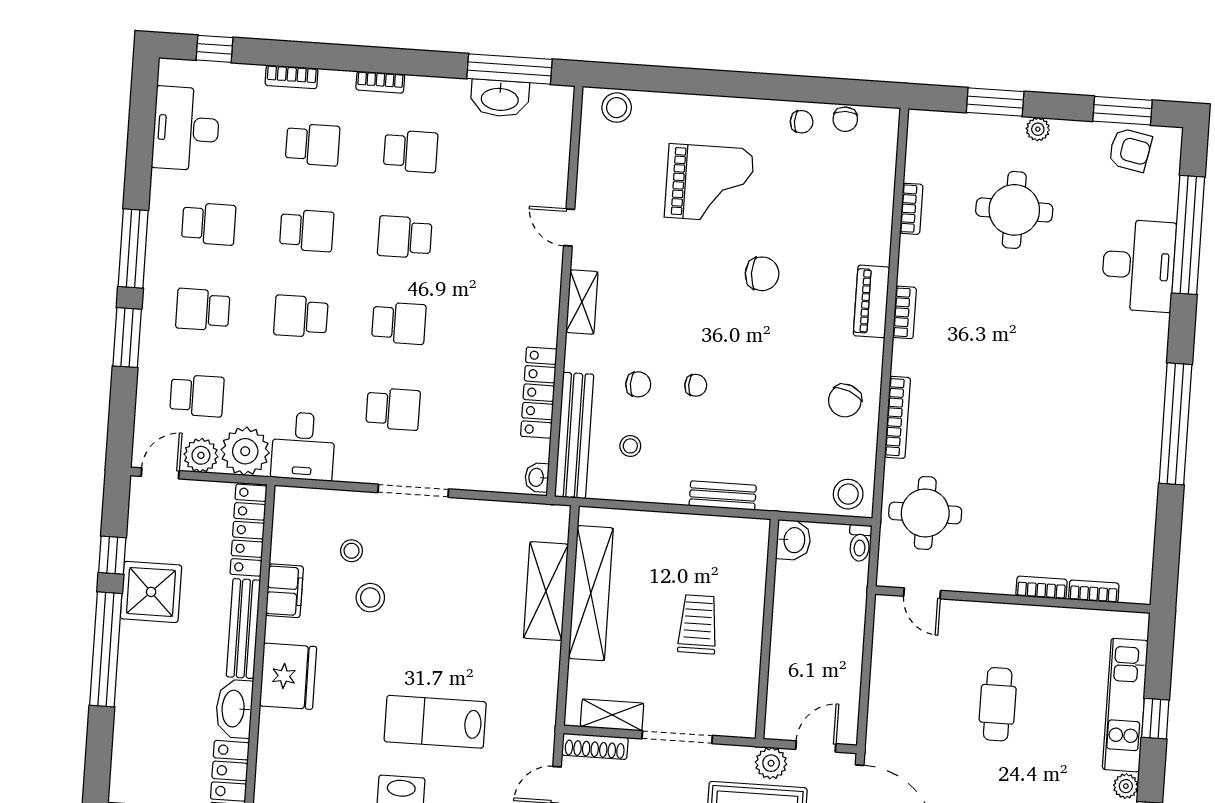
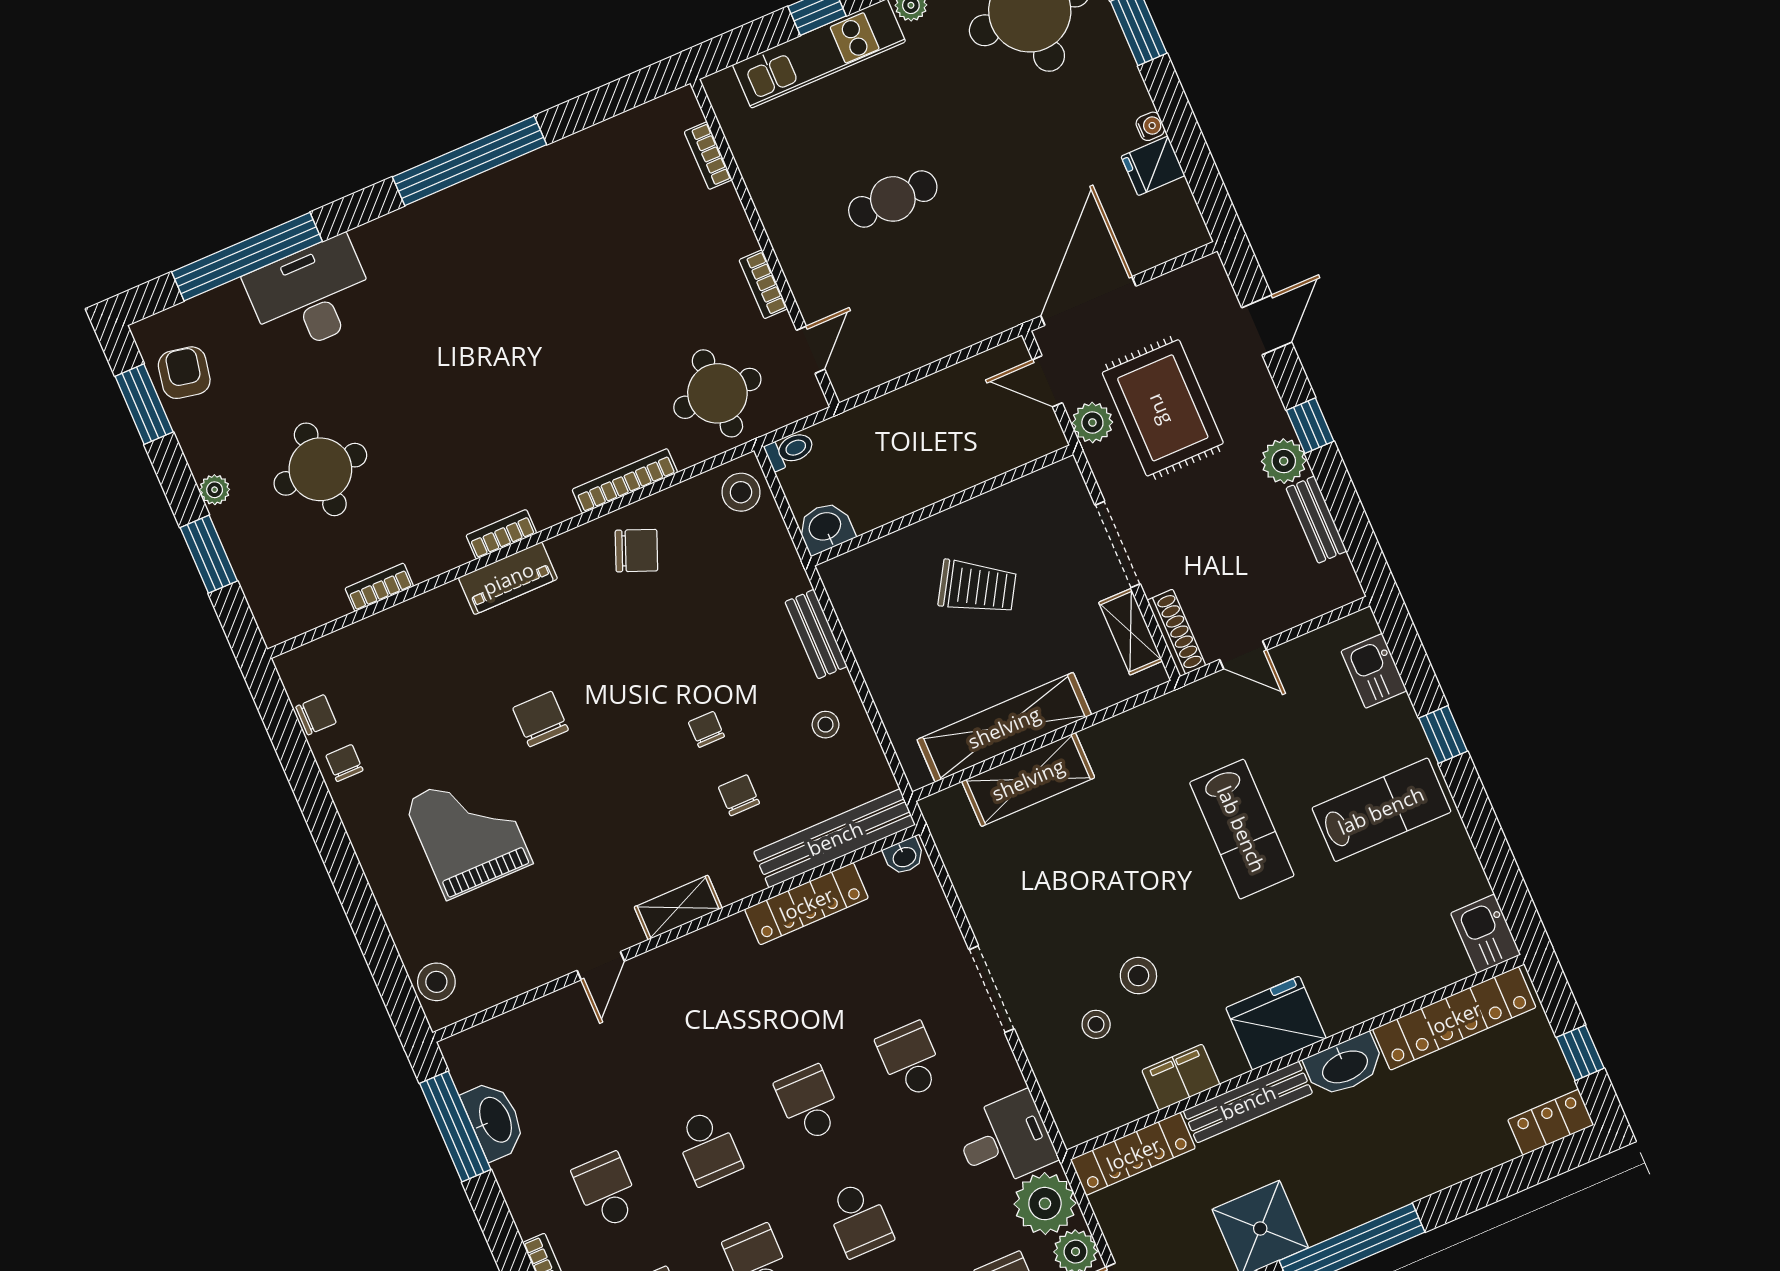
stool: (630, 446) -> (826, 725), moved
bookcase: (1041, 588) -> (763, 284), moved
trolley: (698, 624) -> (977, 587), turned -149

